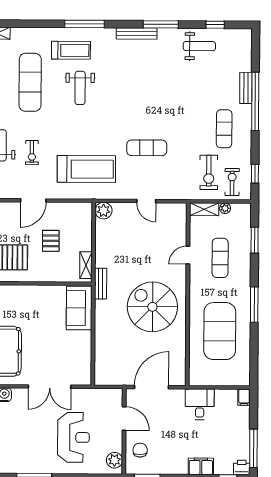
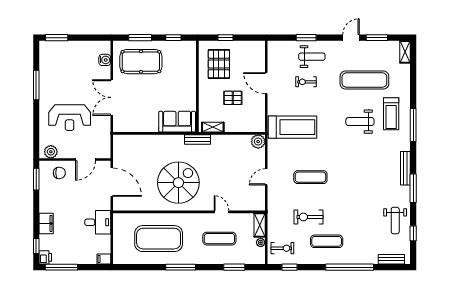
bench: (246, 88) -> (391, 259), moved
exercise mat: (147, 148) -> (310, 177), turned 90
treadmill: (86, 169) -> (293, 127), turned -90
exercise bike: (209, 172) -> (309, 217), moved

